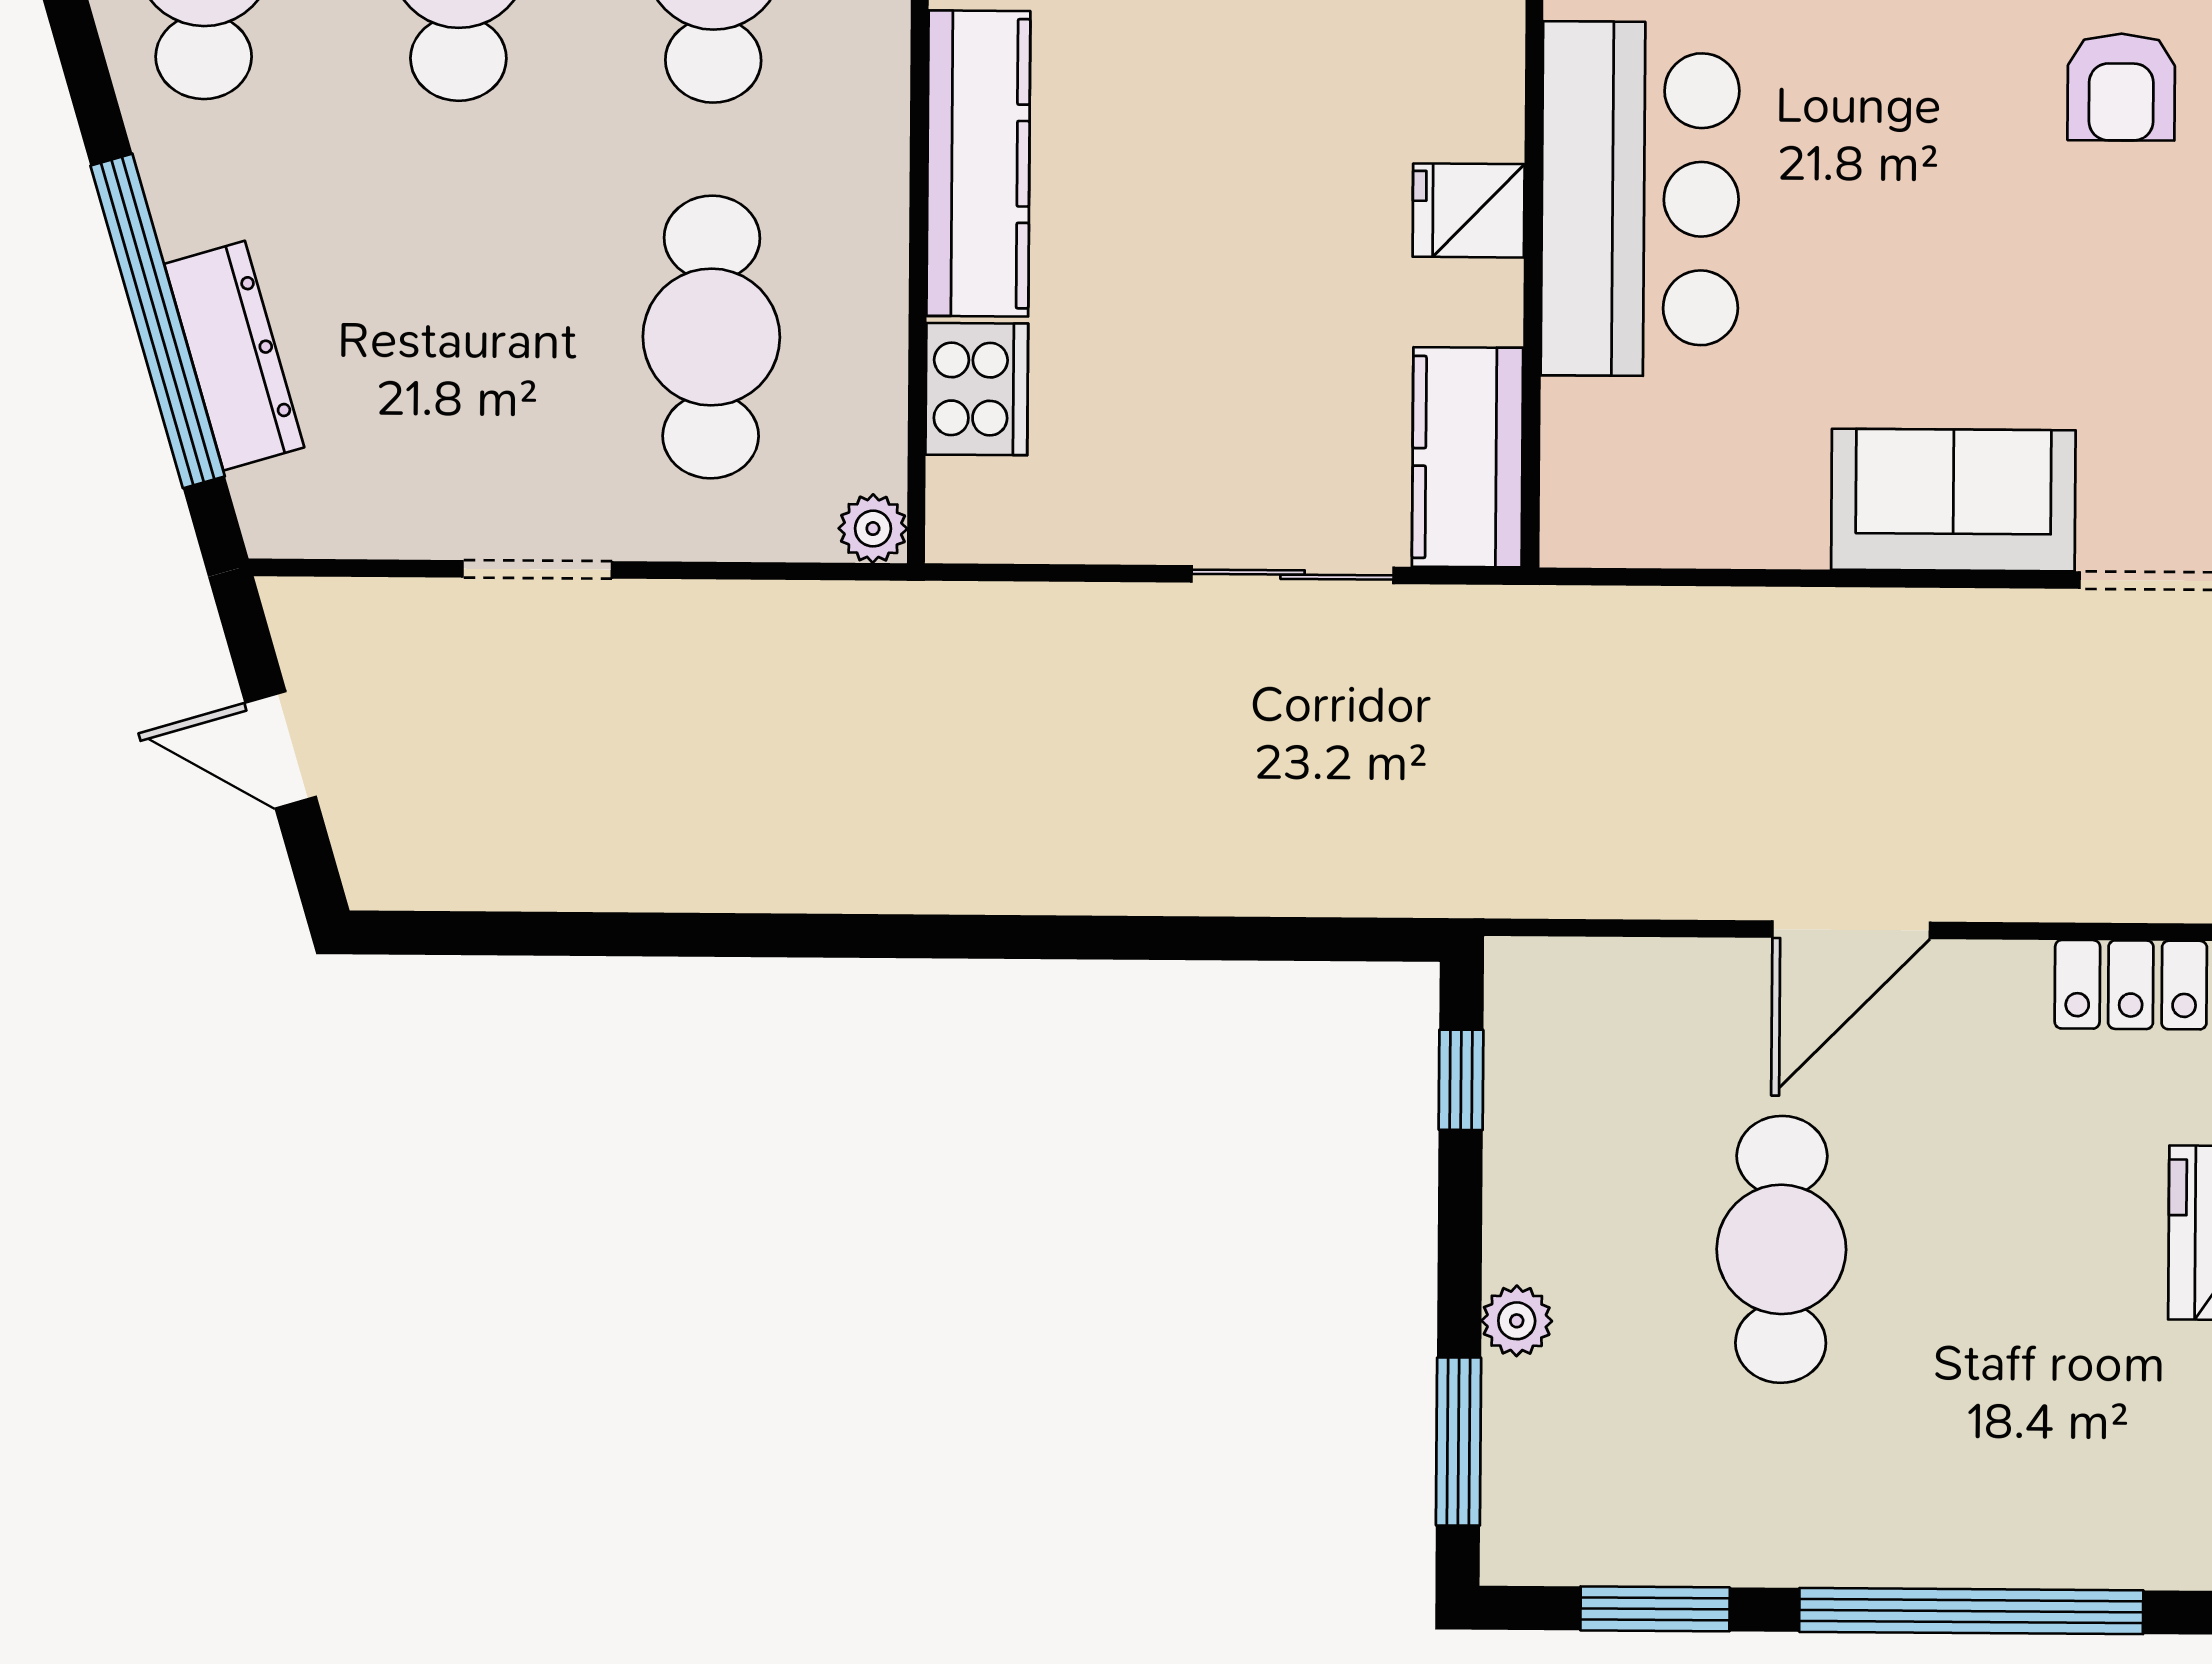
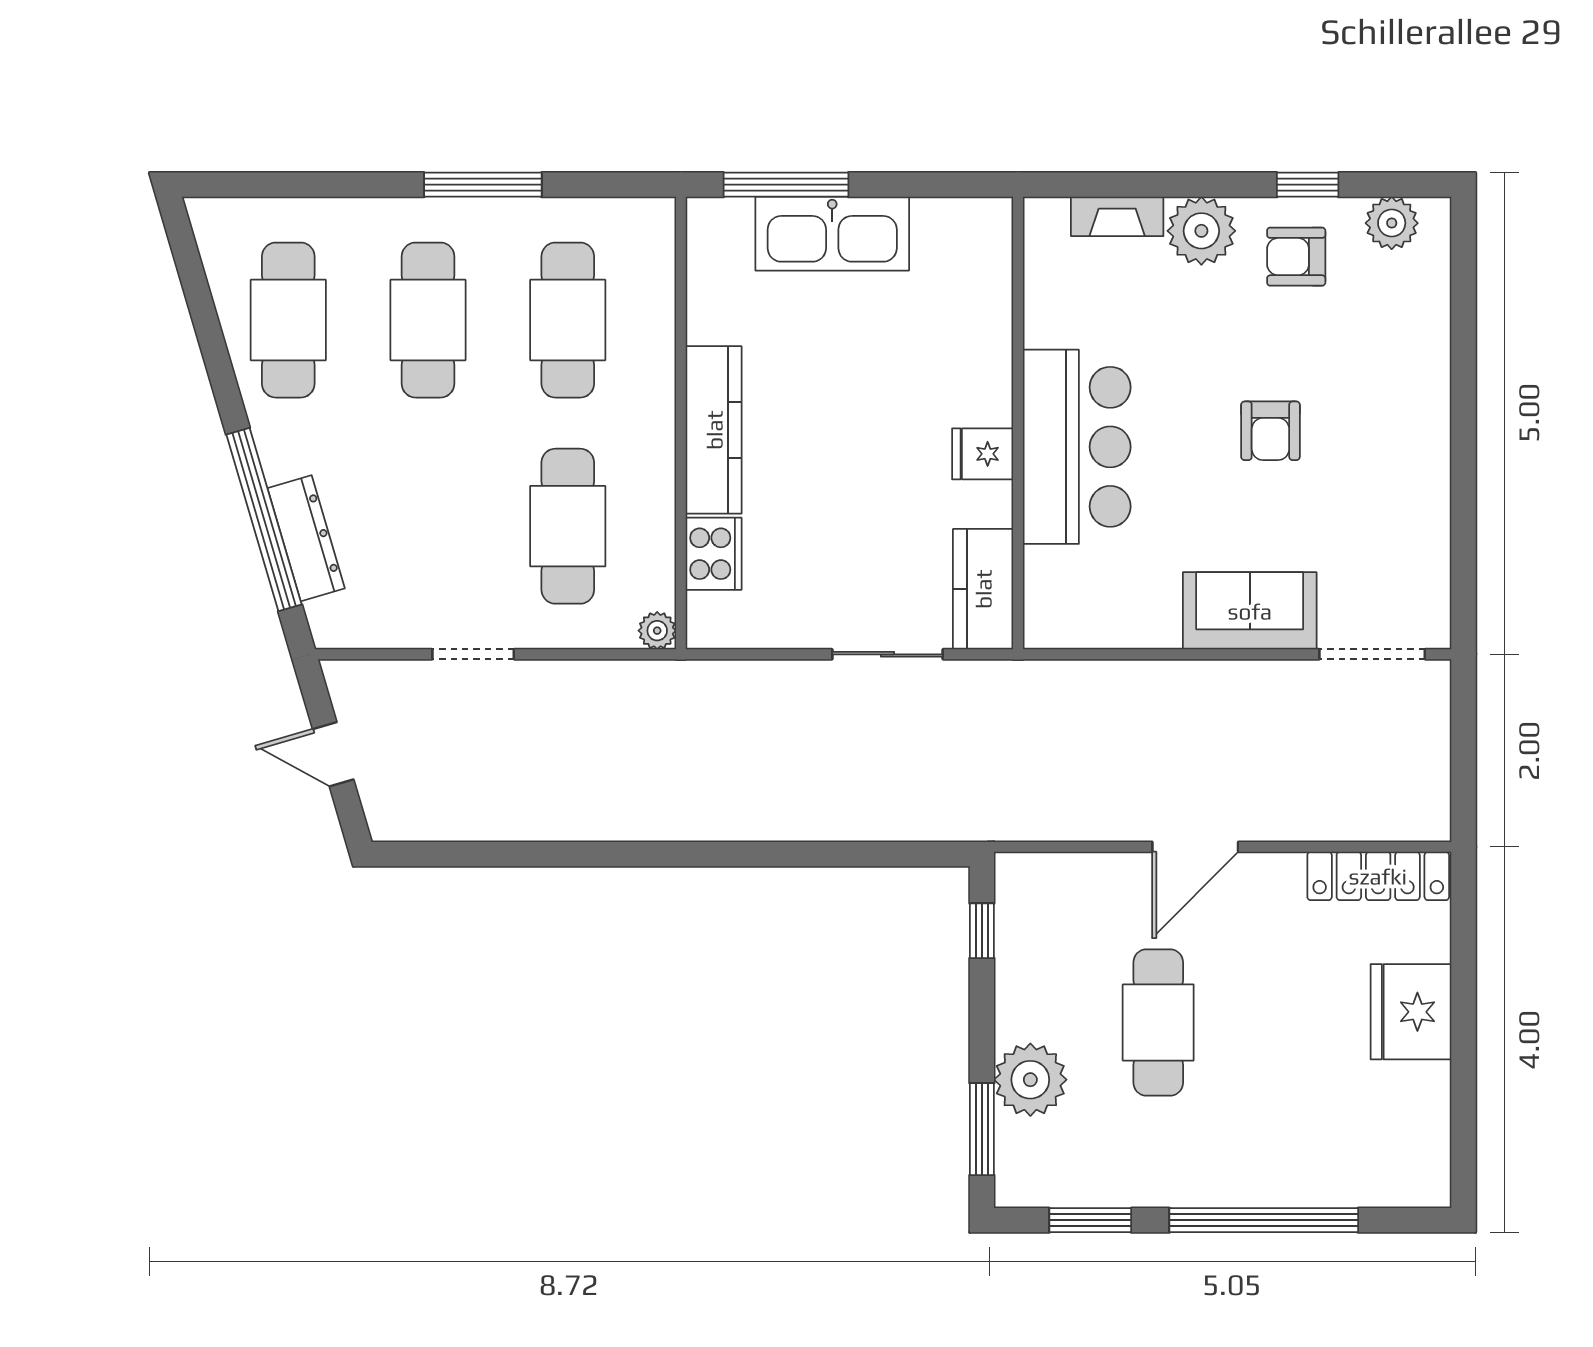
armchair: (2121, 87) -> (1270, 431), moved
plant: (1517, 1321) -> (1030, 1080), width x1.87, depth x1.87

